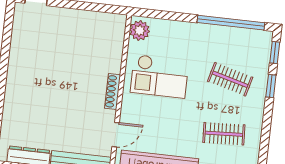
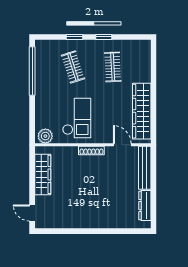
wardrobe: (87, 21) -> (43, 174), added
window: (275, 53) -> (104, 37), moved
clothes rail: (230, 79) -> (73, 67), turned -33

